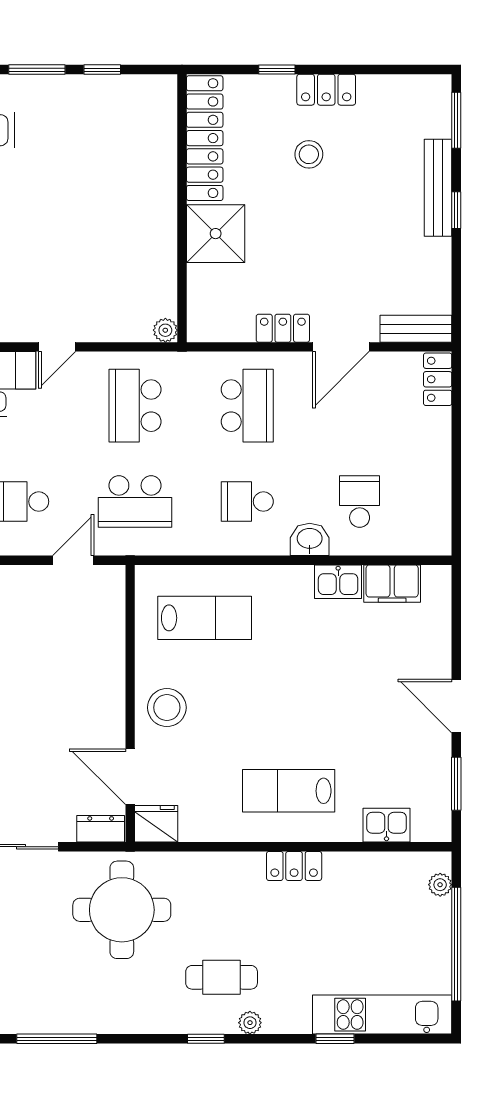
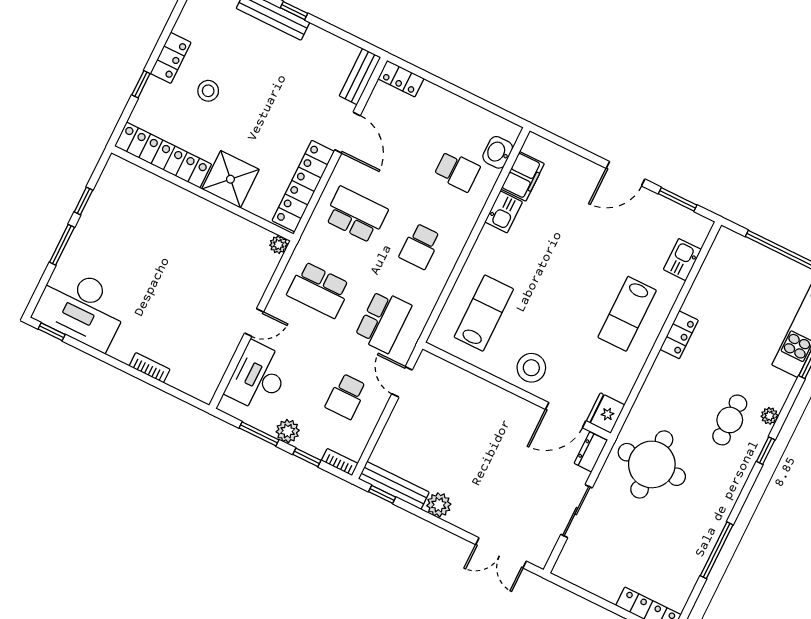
locker: (283, 328) -> (303, 186), width x2.16, depth x1.21
door: (57, 347) -> (254, 323), hinge flipped
school desk: (360, 502) -> (457, 171), turned 180
washbasin: (310, 539) -> (498, 152), moved
plant: (440, 885) -> (740, 243), removed

